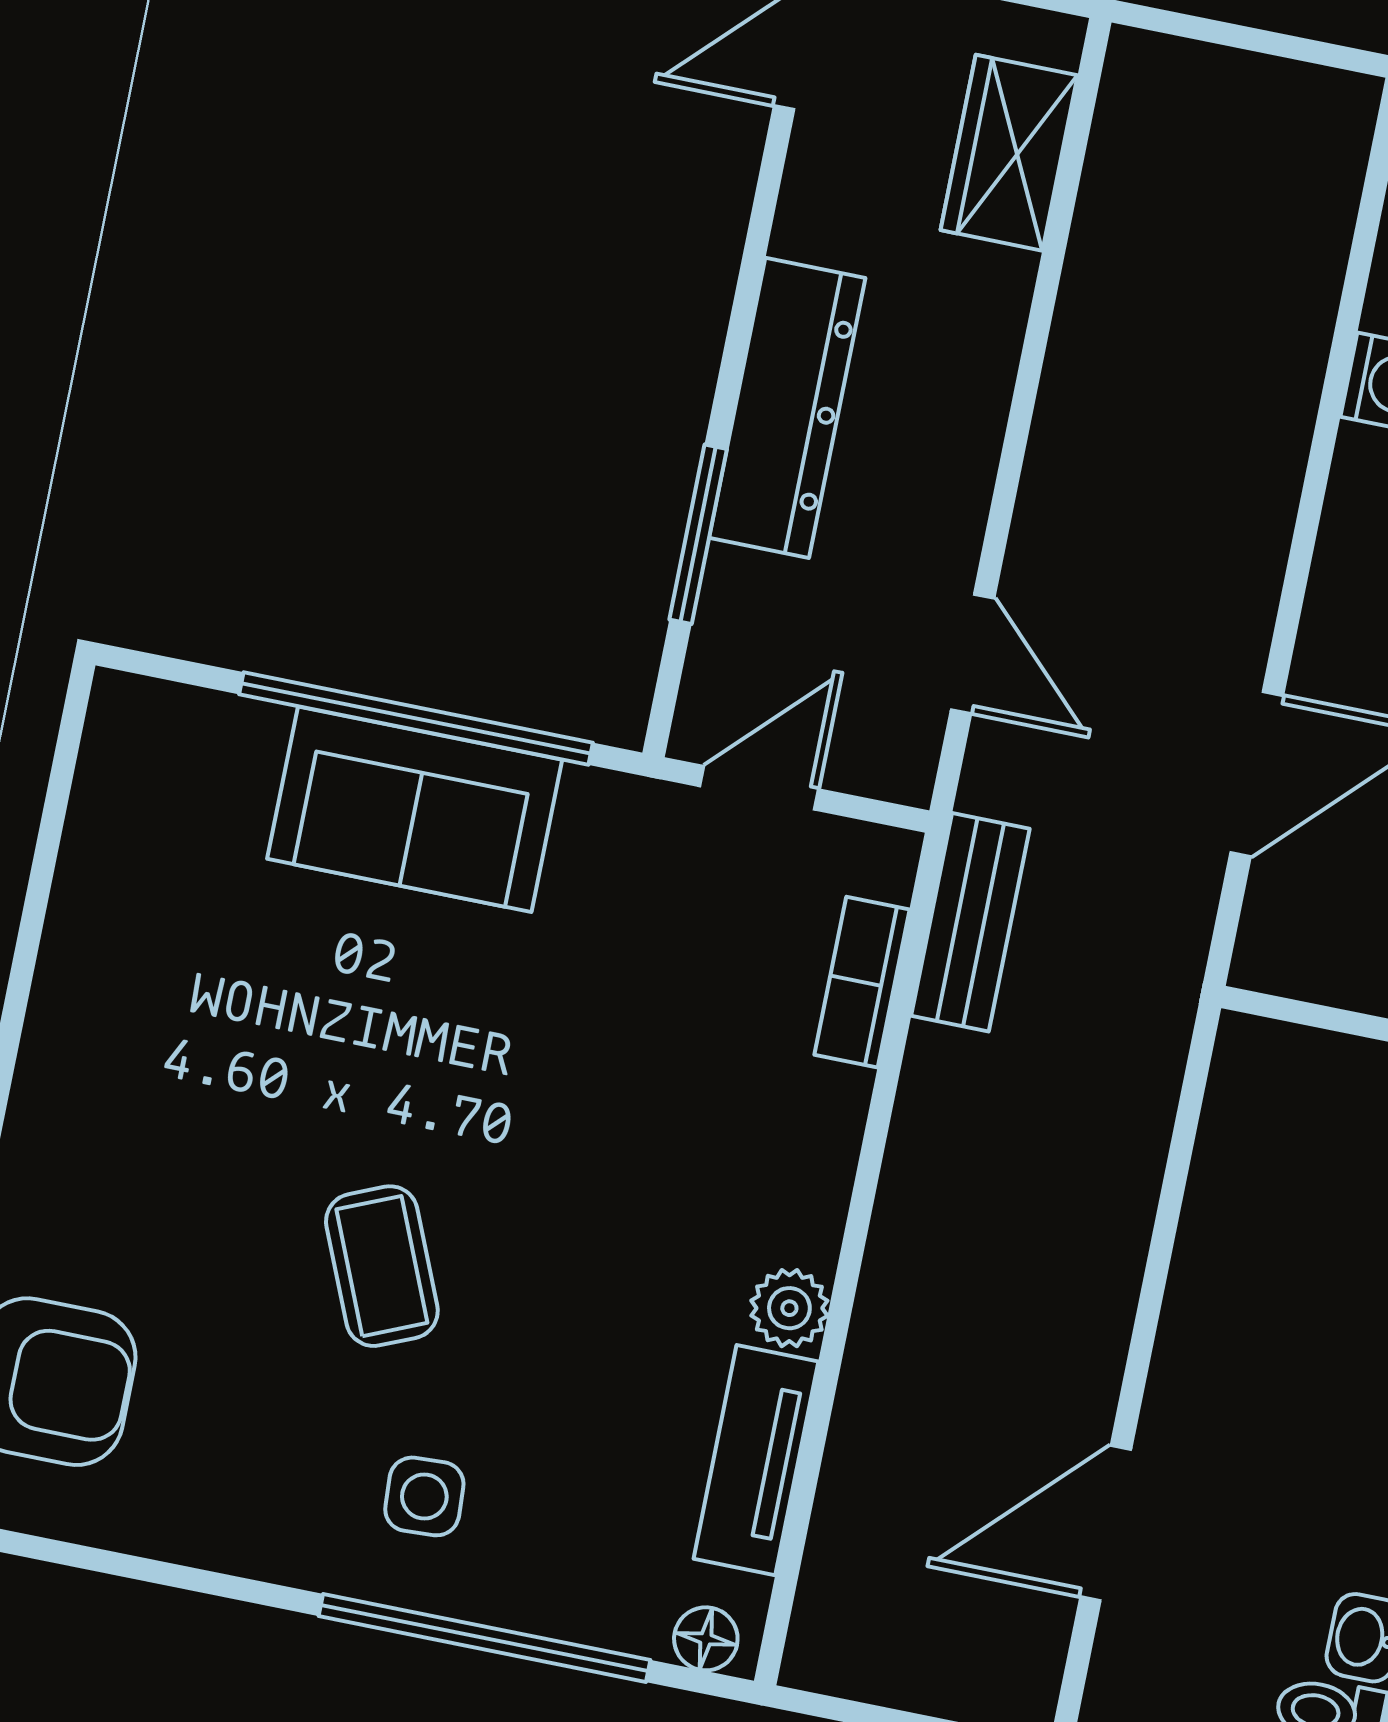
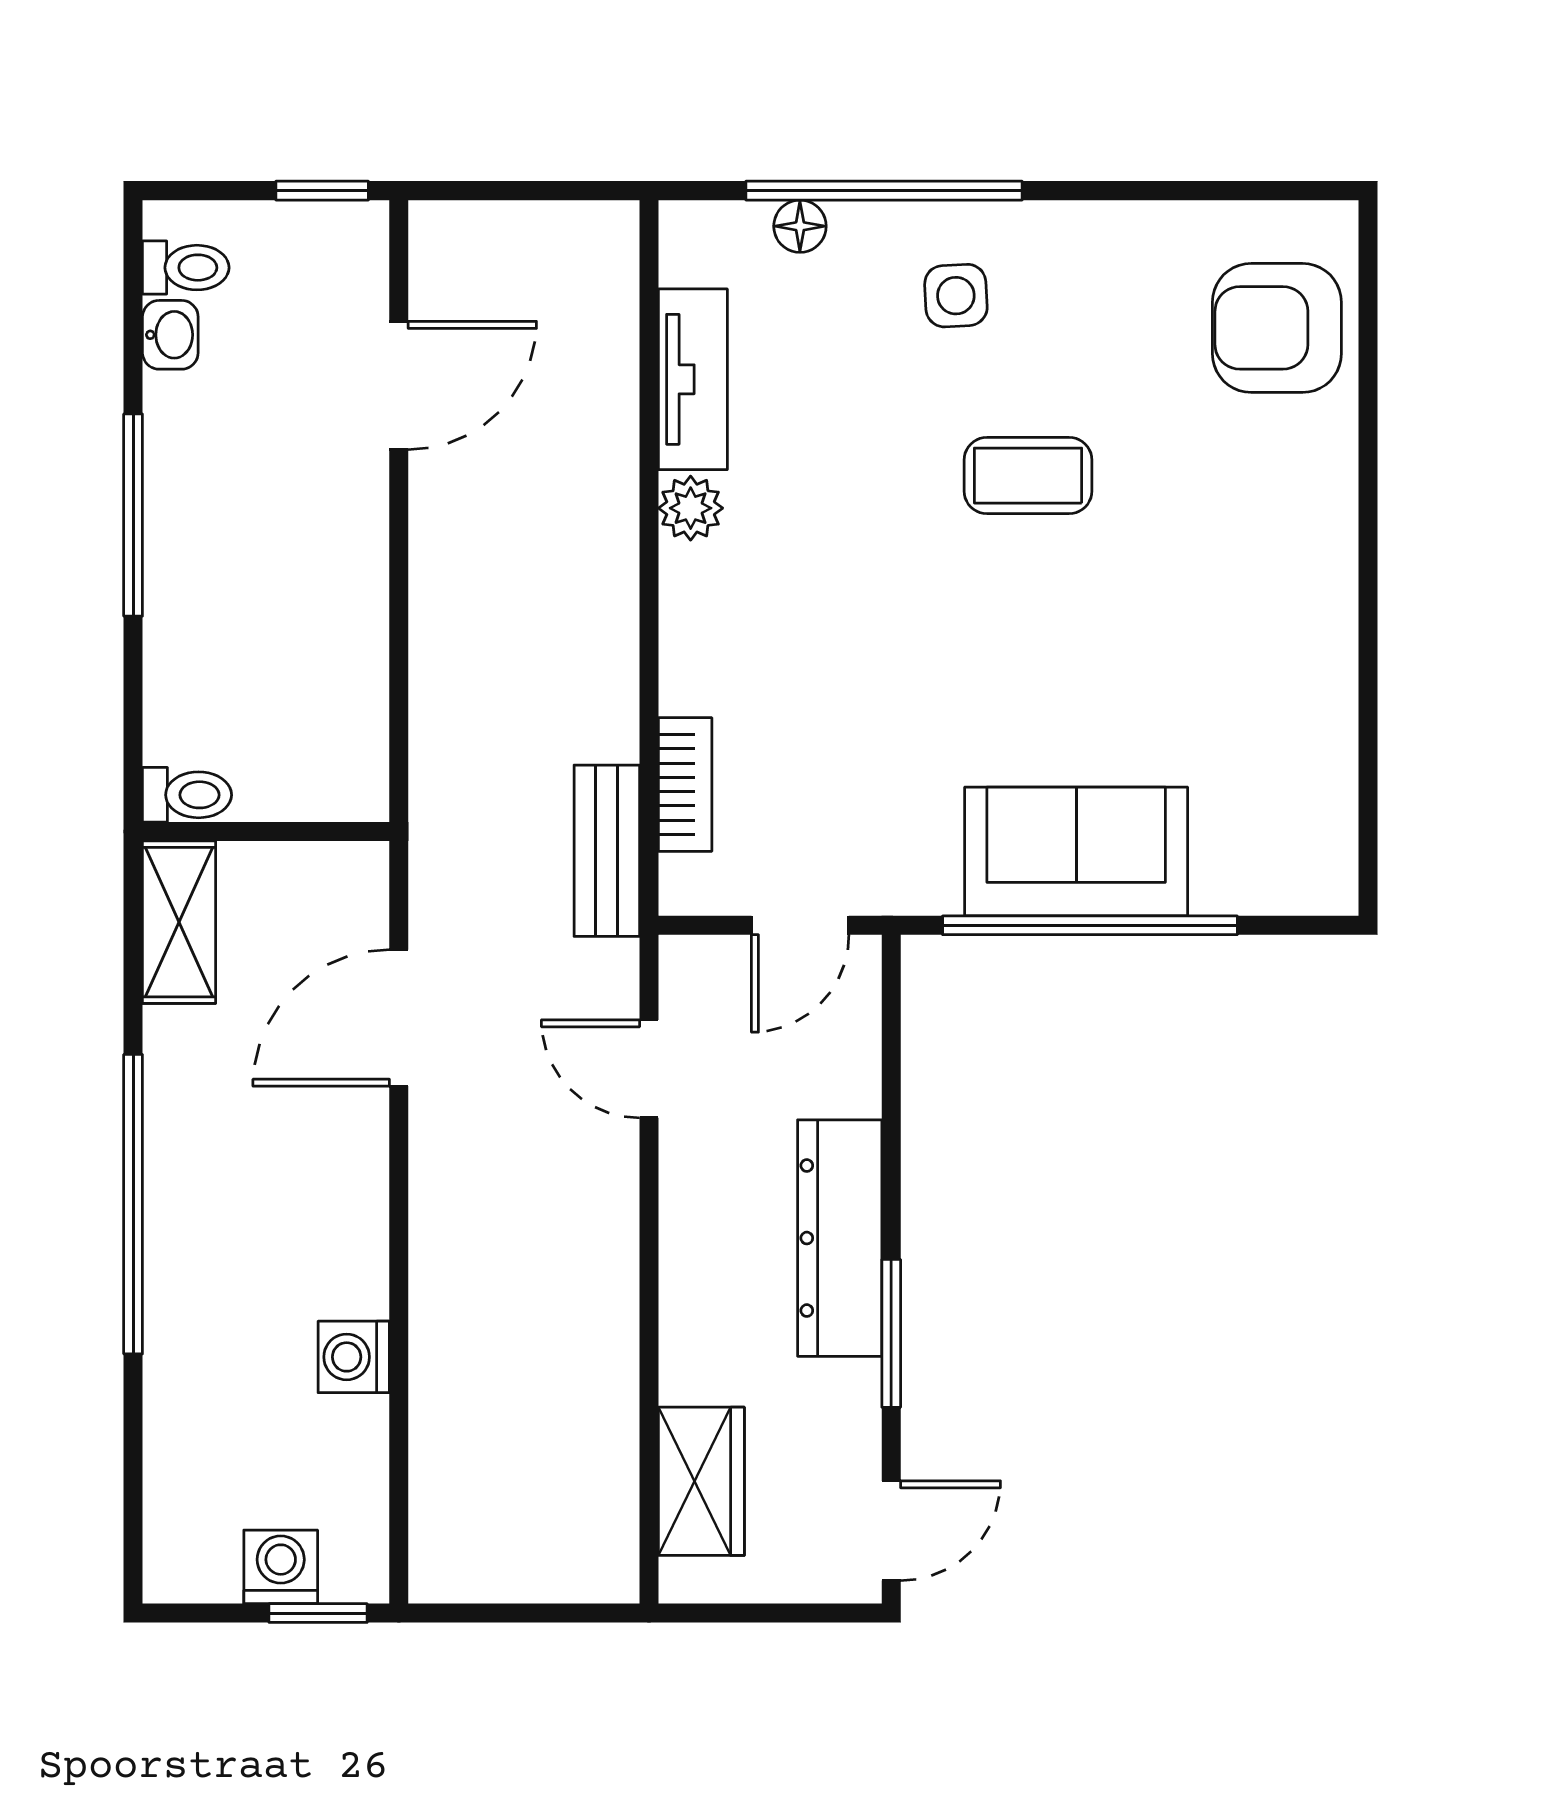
window: (698, 534) -> (891, 1333), moved
coffee table: (382, 1266) -> (1028, 476), turned -67
floor lamp: (706, 1639) -> (800, 226), moved

